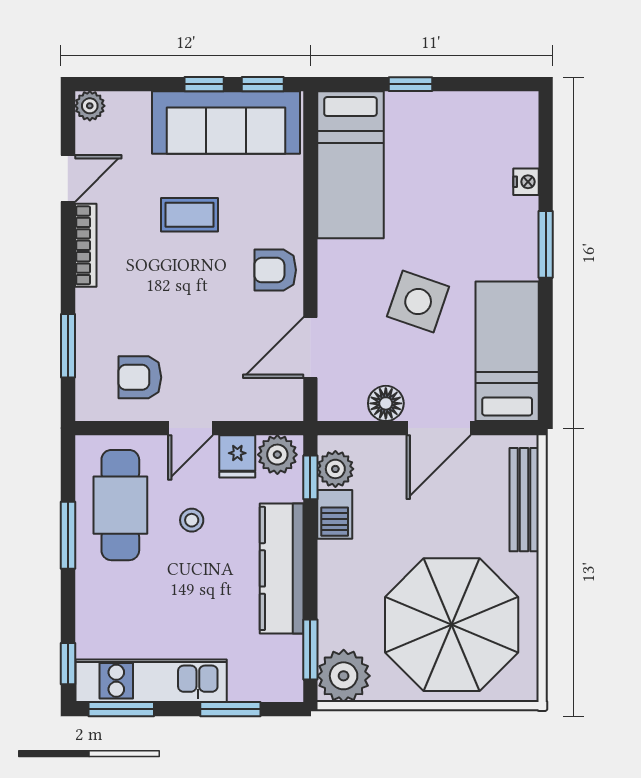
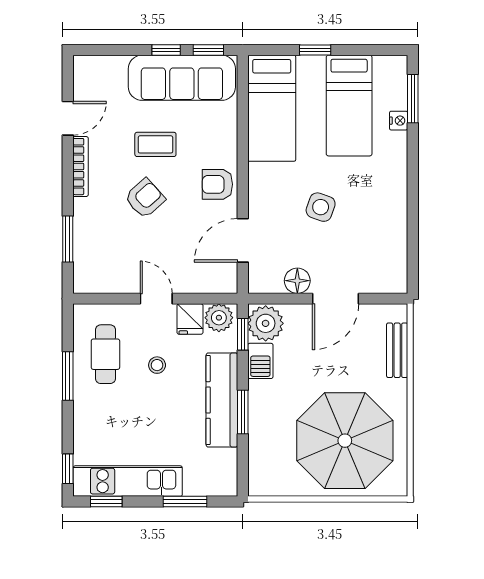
plant: (90, 106) -> (83, 66), removed
window: (546, 244) -> (413, 99), moved
side table: (418, 301) -> (321, 207), width x0.73, depth x0.73
bed: (507, 351) -> (349, 106), moved, turned 180
armchair: (140, 377) -> (145, 198), moved, turned 138
door: (191, 428) -> (156, 299), swing flipped
plant: (335, 469) -> (266, 323), width x1.36, depth x1.36
bench: (524, 500) -> (397, 350), width x0.73
cafe table: (120, 505) -> (105, 354), width x0.73, depth x0.74
window: (310, 649) -> (243, 412), moved
plant: (344, 676) -> (267, 478), removed
window: (121, 709) -> (106, 502), width x0.67

